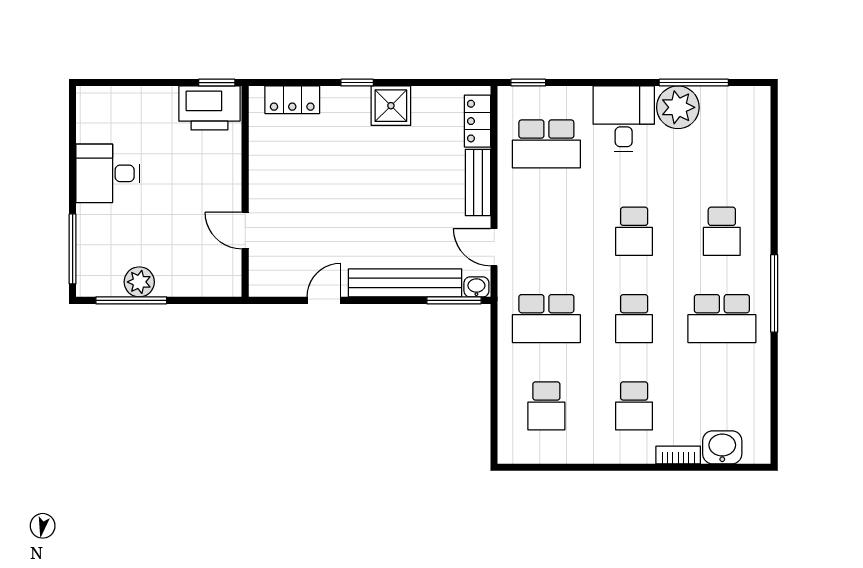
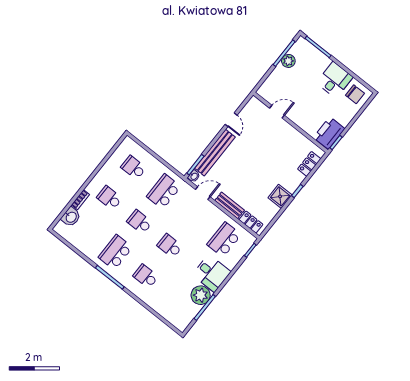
chair: (105, 117) -> (355, 94), added

